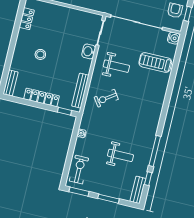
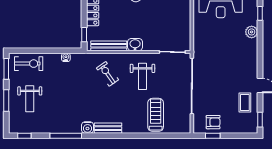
water cooler: (174, 38) -> (87, 128), moved
washbasin: (89, 51) -> (135, 45), moved
weight bench: (120, 155) -> (30, 99), moved
window: (148, 179) -> (24, 136), moved
bench: (138, 190) -> (108, 128), moved

